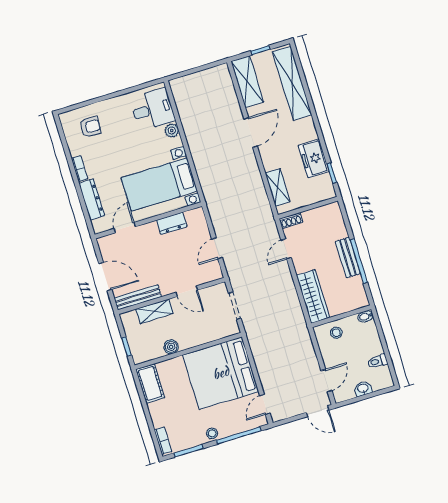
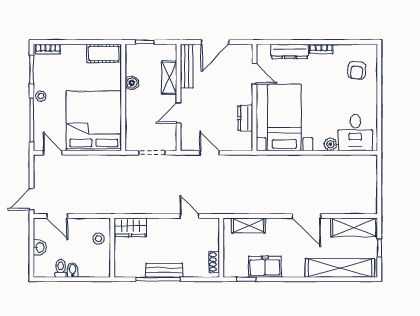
shoe rack: (291, 221) -> (214, 262), moved
wardrobe: (313, 296) -> (130, 227), width x0.67
bidet: (365, 316) -> (73, 270), moved

